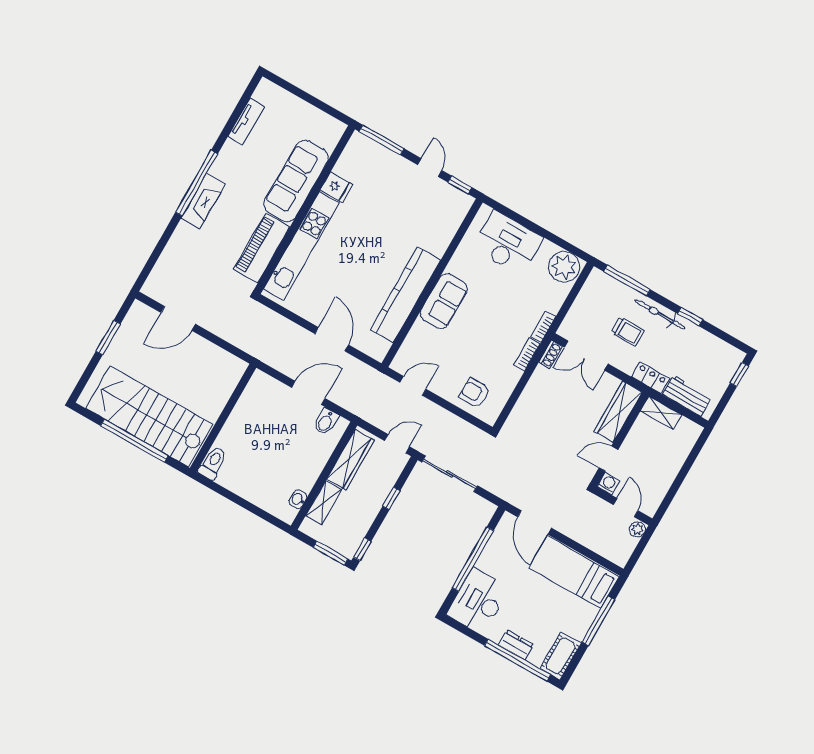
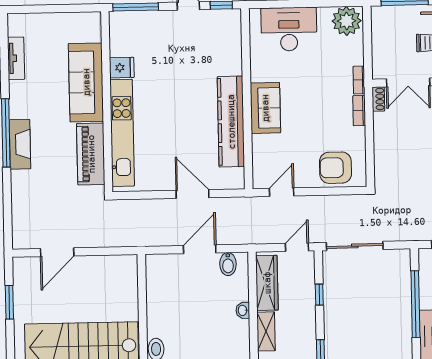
armchair: (475, 393) -> (335, 168), width x1.38, depth x1.38
washbasin: (298, 499) -> (243, 310), moved

